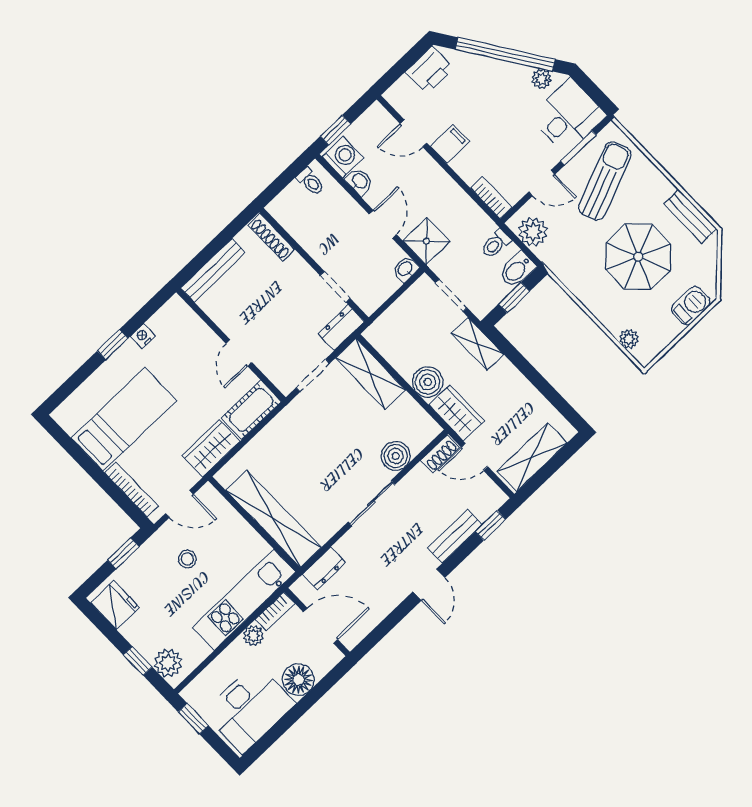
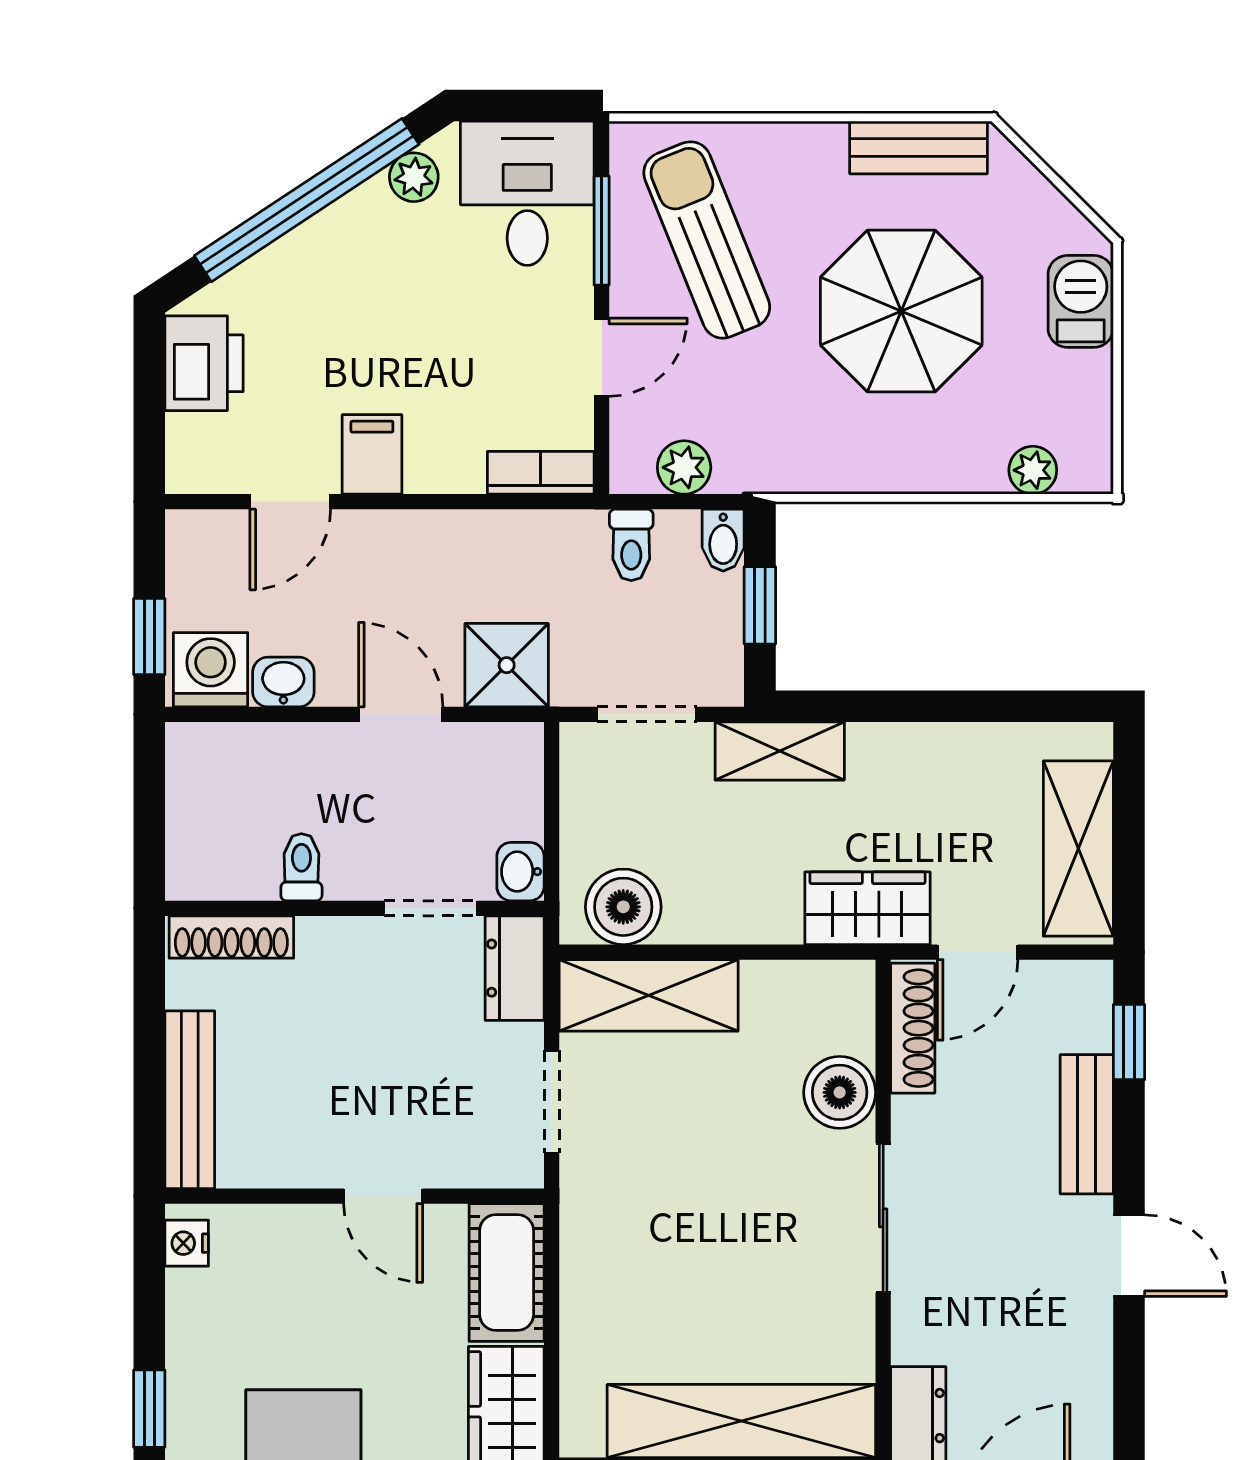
toilet: (311, 181) -> (301, 867), moved, turned -90
plant: (533, 232) -> (684, 467), width x0.73, depth x0.73
washbasin: (405, 269) -> (520, 872), moved
bidet: (517, 270) -> (723, 540), width x0.72, depth x0.74
nightstand: (143, 336) -> (187, 1243), moved
boiler: (428, 382) -> (623, 907), moved
shoe rack: (440, 454) -> (913, 1028), width x1.43

